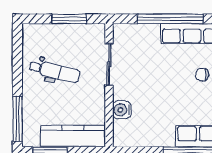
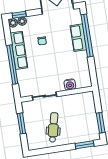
window: (17, 119) -> (84, 145), width x0.69
kitchen counter: (73, 136) -> (90, 111), removed

